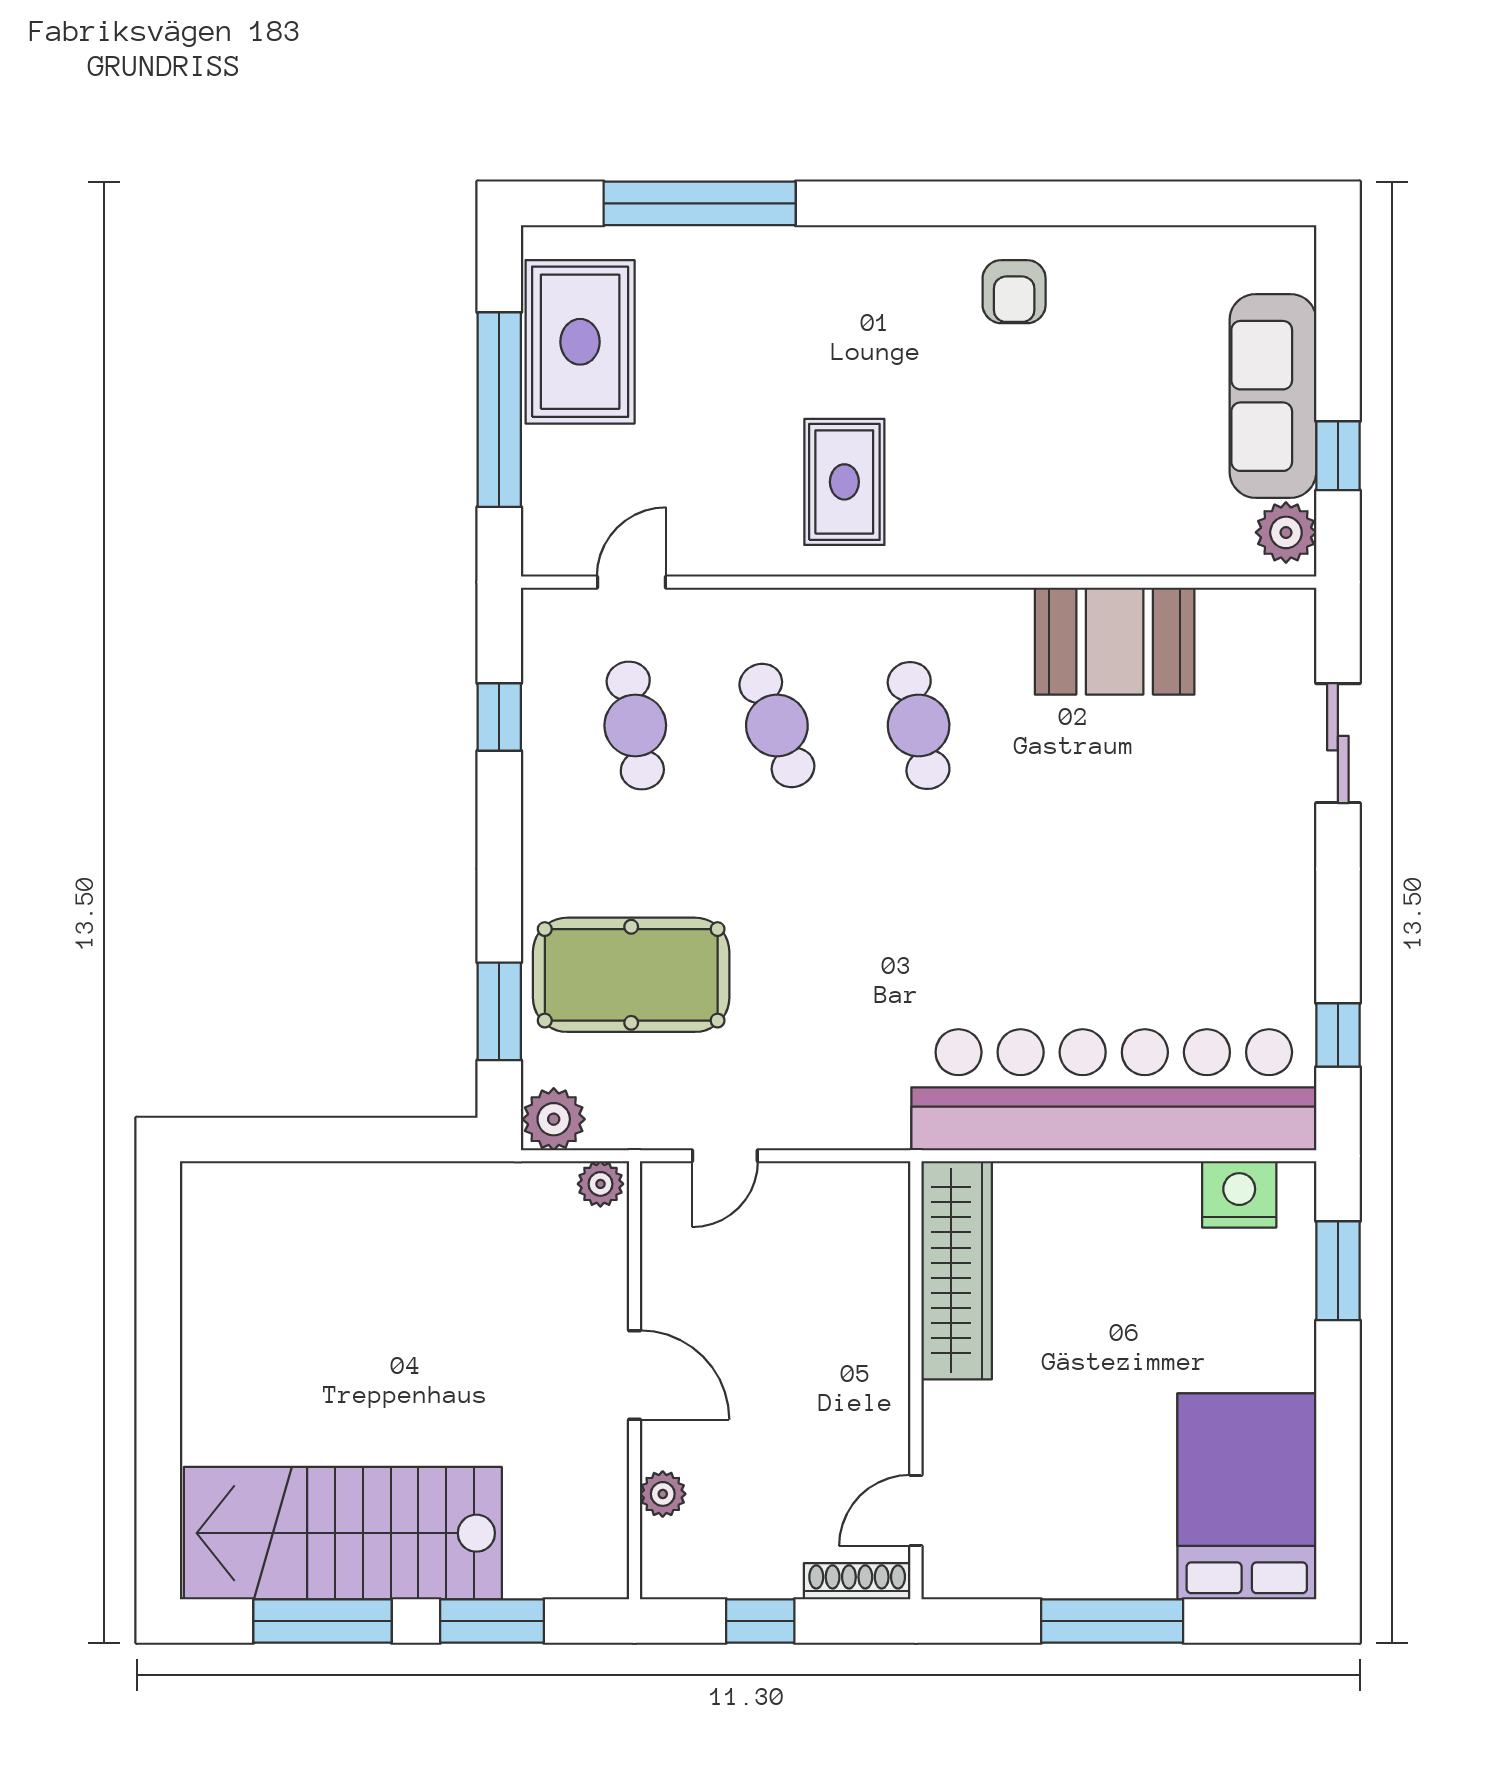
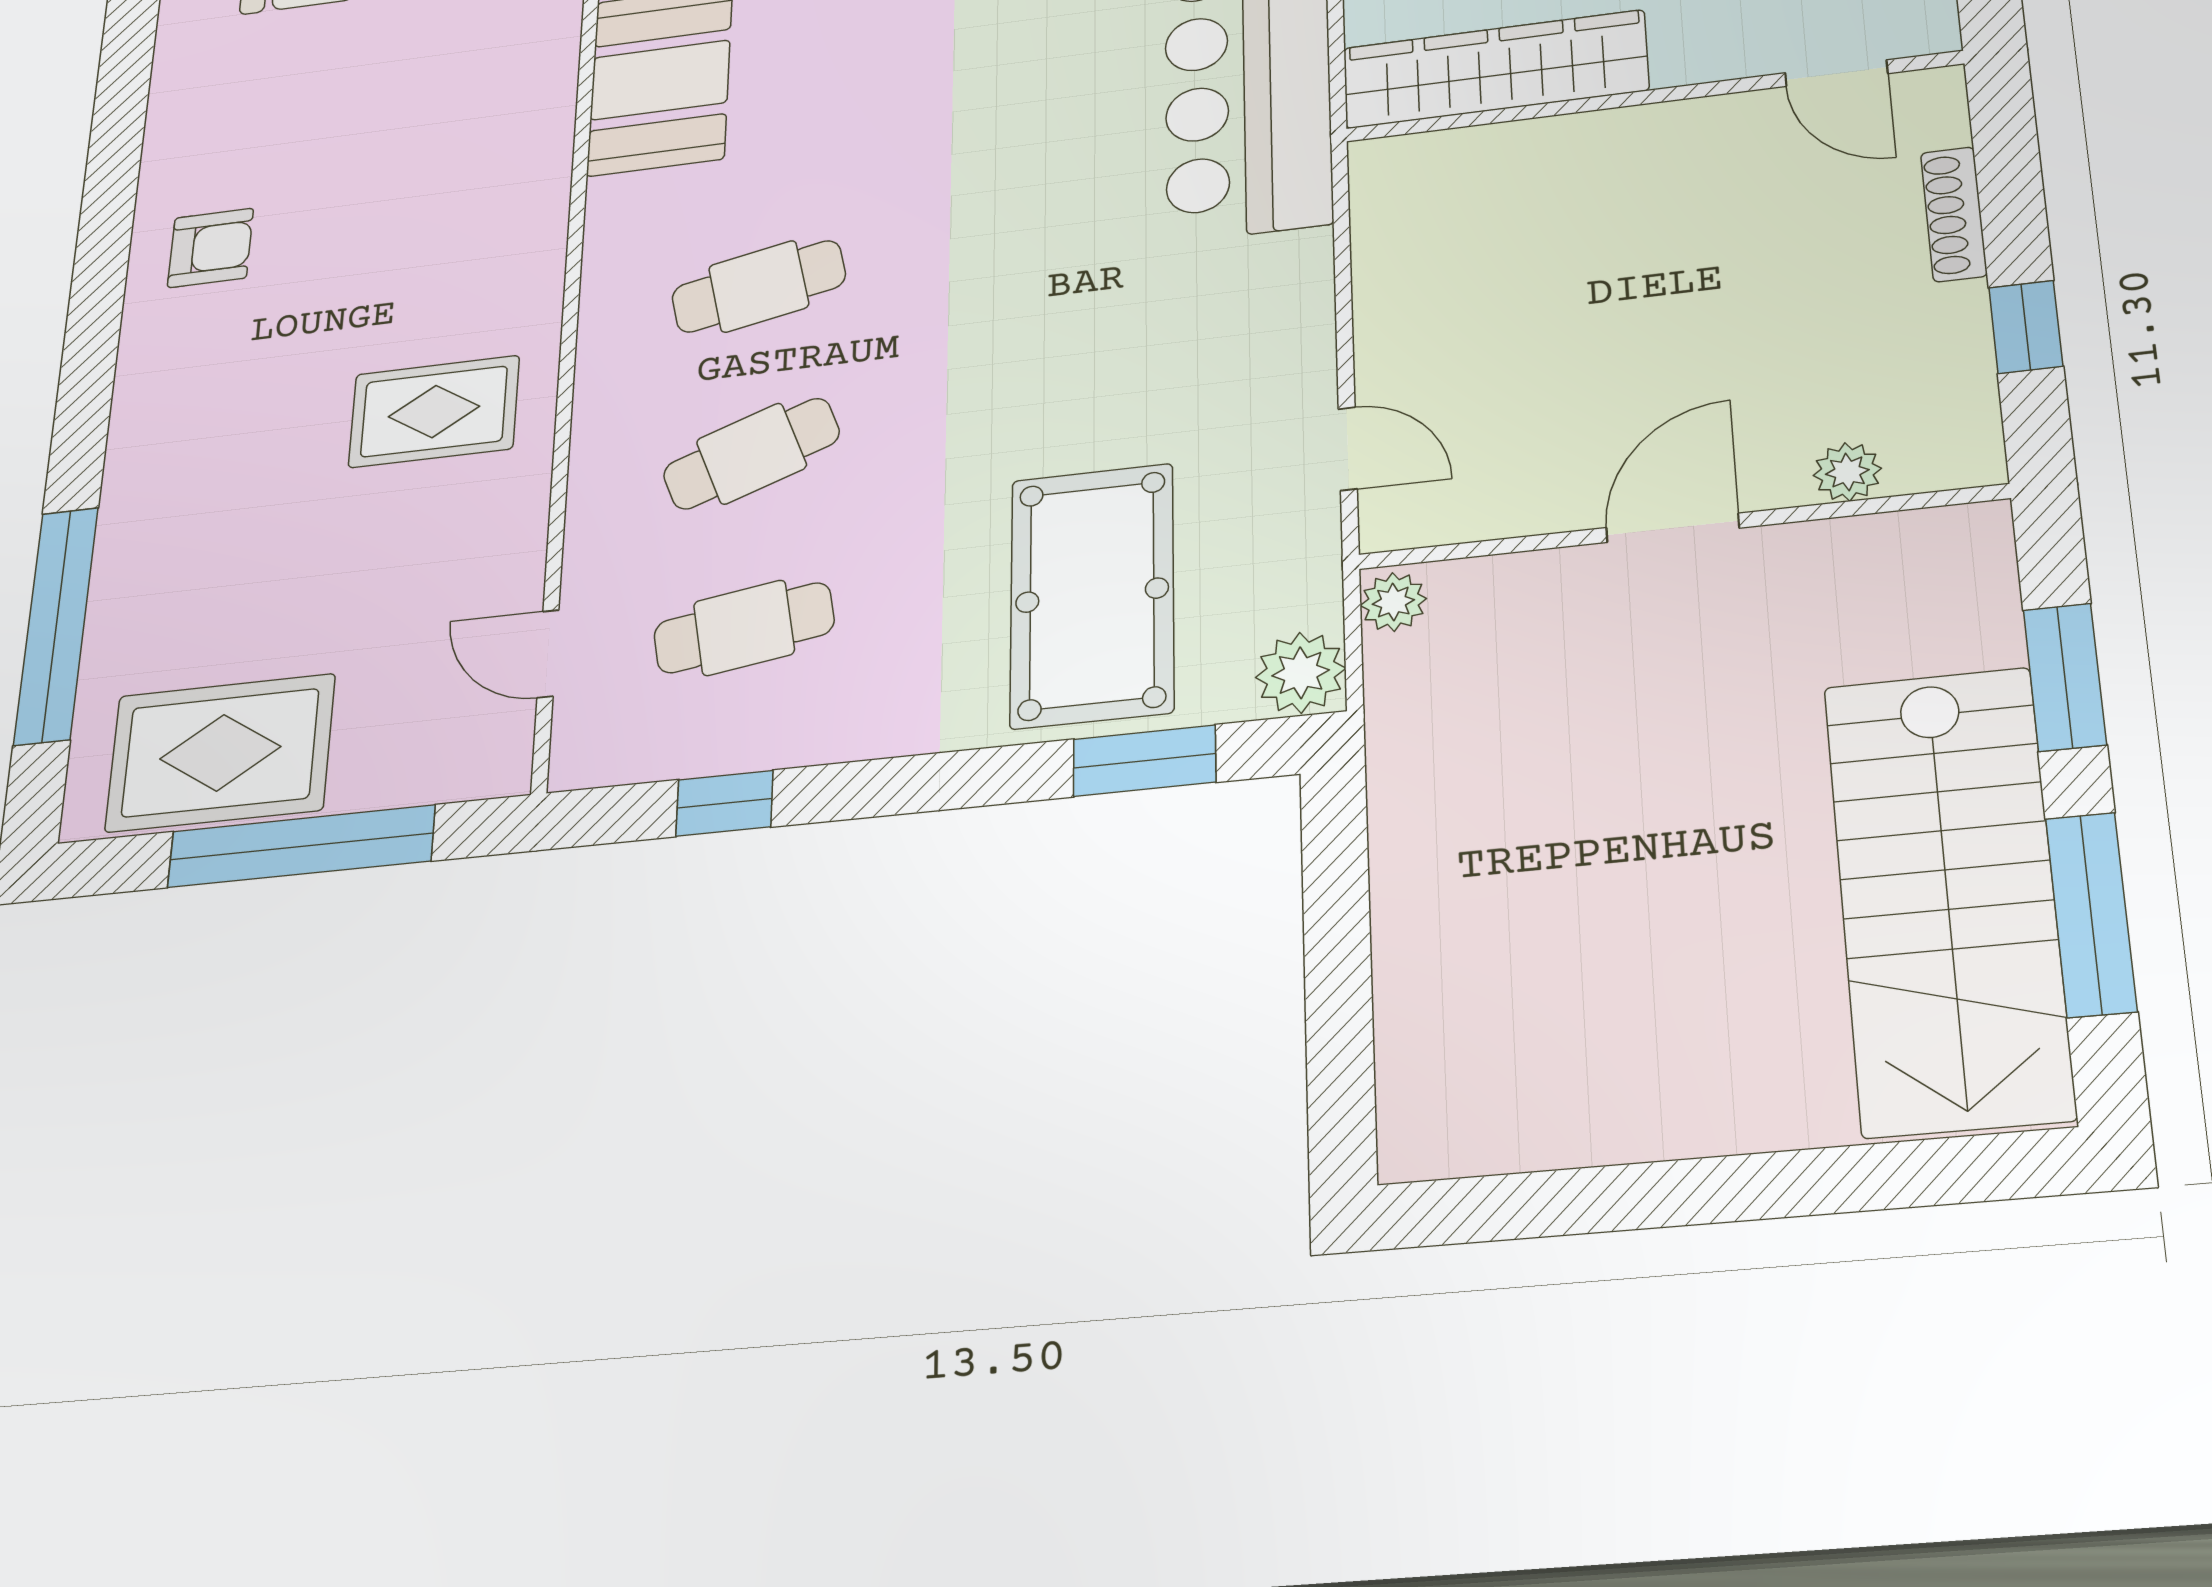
wardrobe: (957, 1270) -> (1495, 69), moved
wall: (916, 1380) -> (1651, 97), moved
door: (916, 1511) -> (1836, 73), moved

